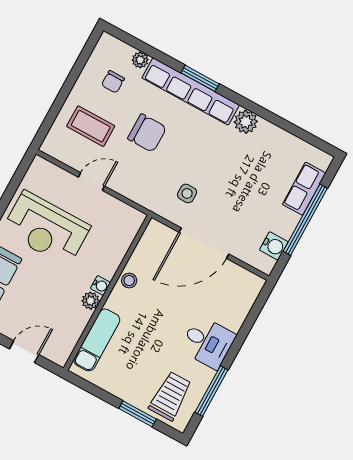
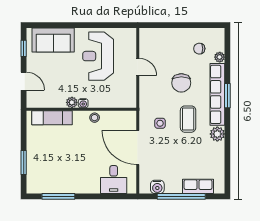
coffee table: (91, 126) -> (188, 119), moved
desk: (208, 342) -> (114, 180), moved
trolley: (170, 396) -> (43, 175), removed

